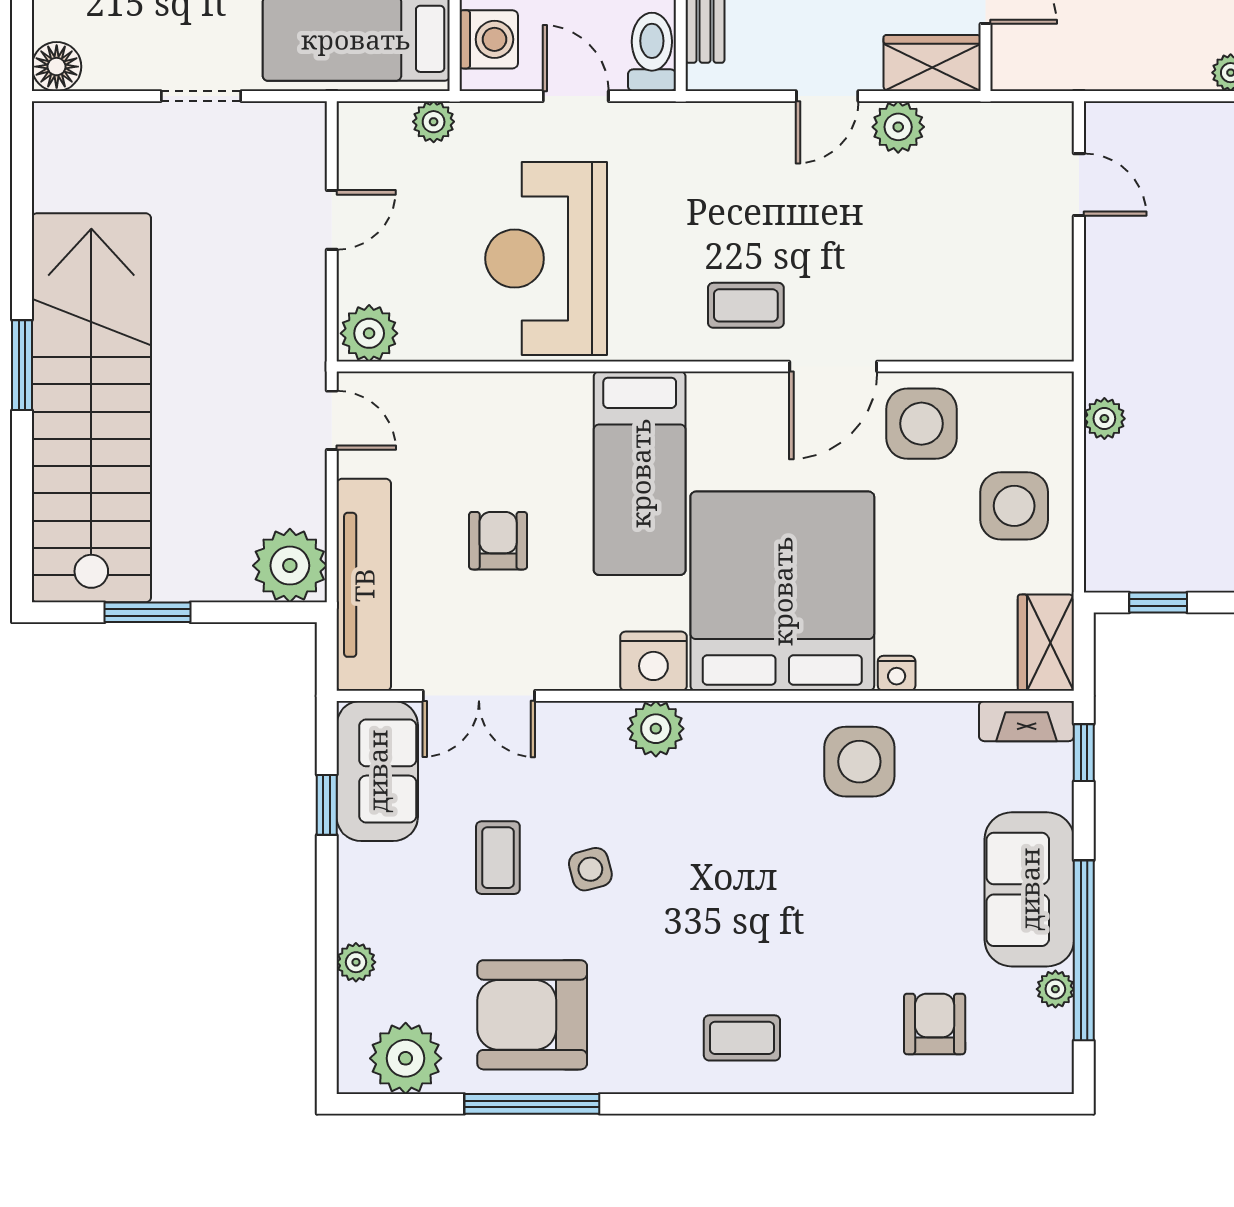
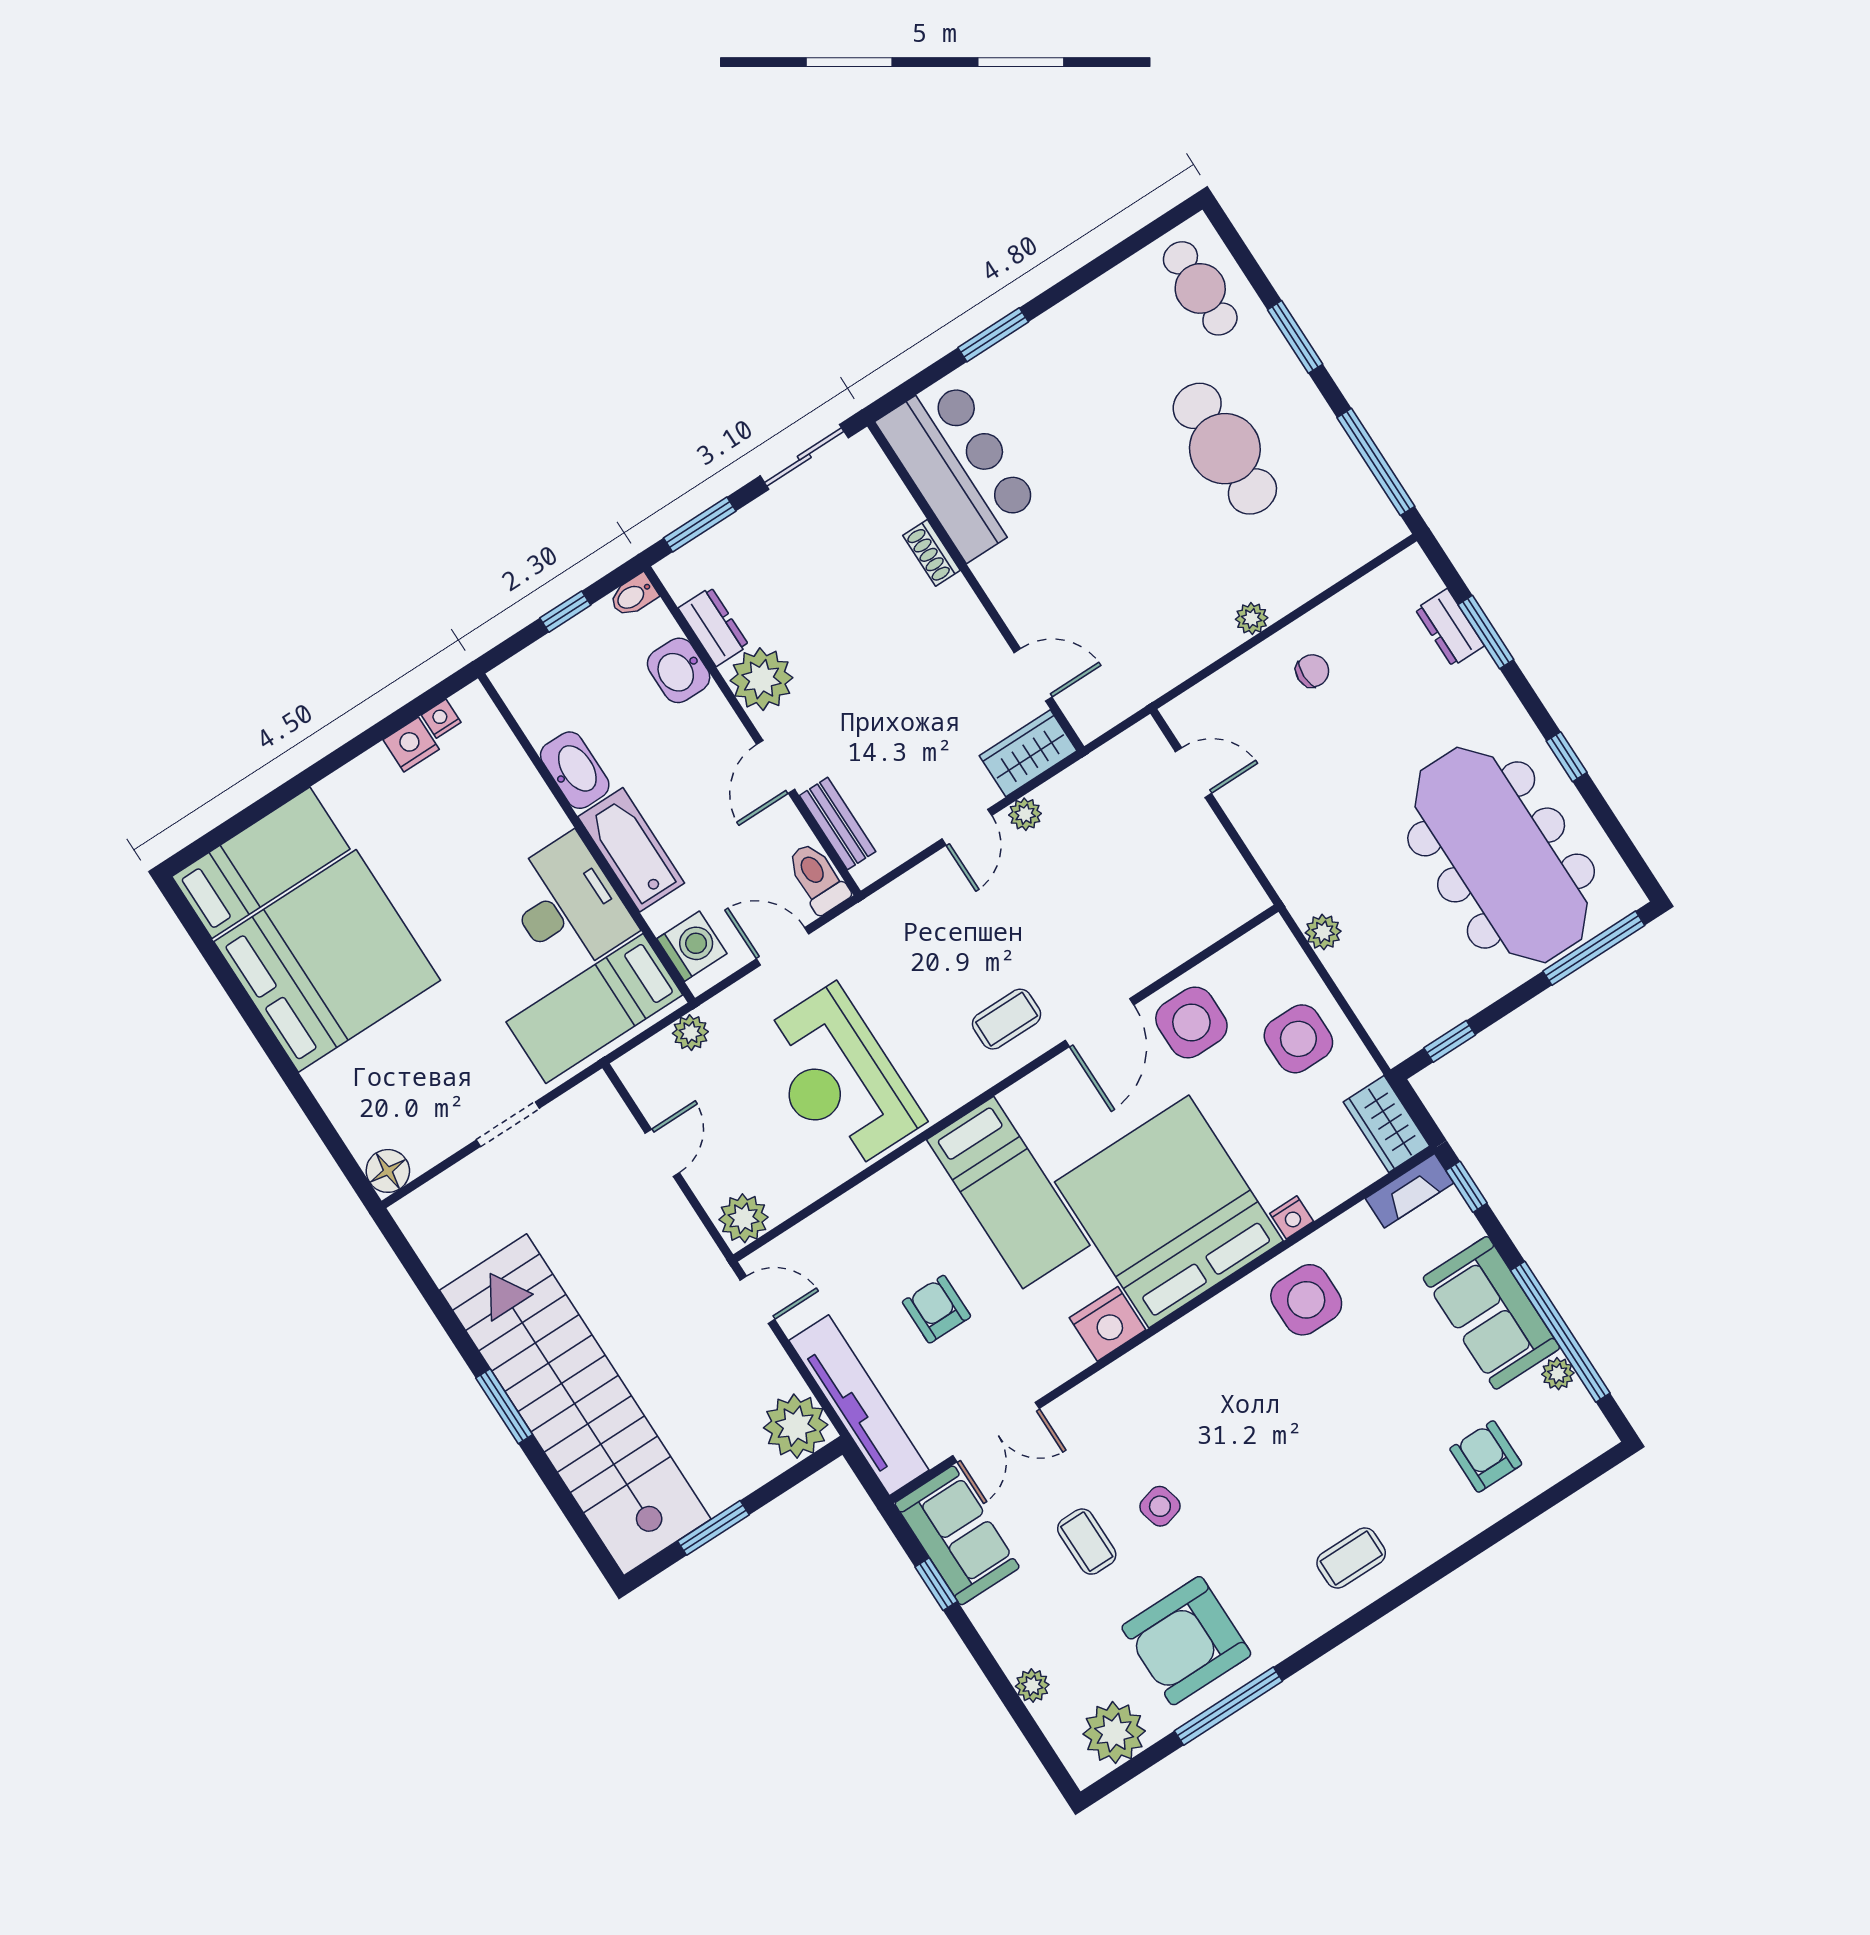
plant: (898, 127) -> (1025, 814), width x0.73, depth x0.73
plant: (656, 729) -> (1141, 1372), removed

